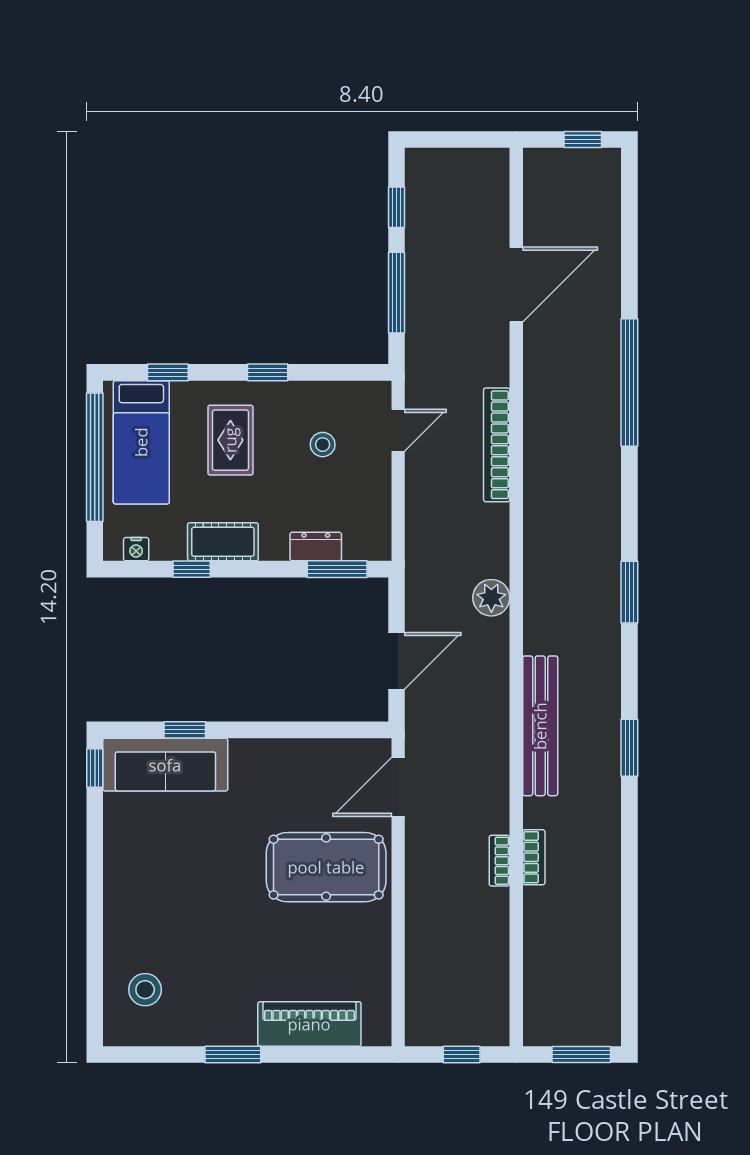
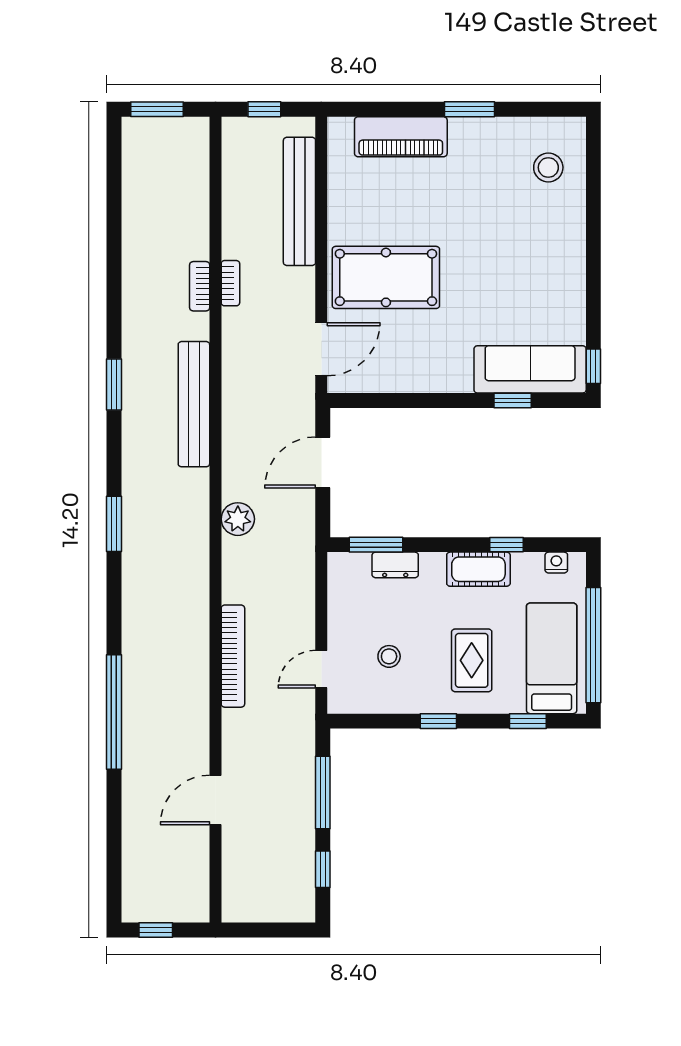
door: (516, 285) -> (215, 800), width x0.73
bench: (423, 952) -> (299, 201), added

